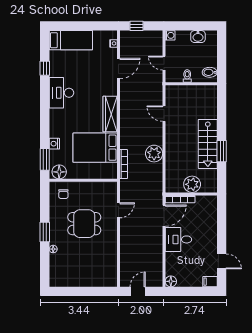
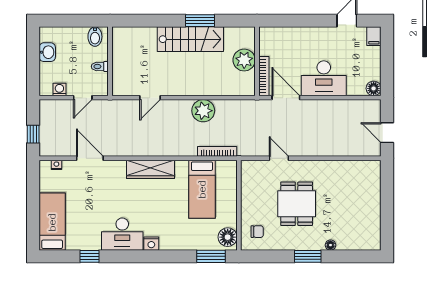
washing machine: (170, 35) -> (59, 89), moved
nightstand: (54, 144) -> (151, 244), moved
bed: (95, 148) -> (202, 189), width x0.67
desk: (178, 239) -> (324, 78), width x1.37

